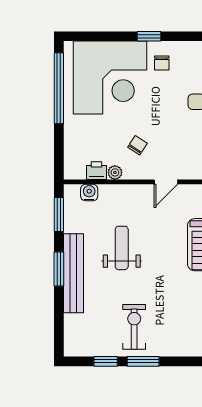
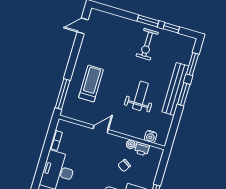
chair: (137, 145) -> (124, 165), moved
window: (59, 214) -> (193, 64), moved
weight bench: (122, 248) -> (140, 96), turned 180

